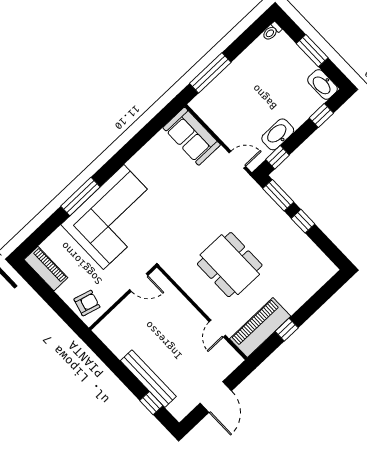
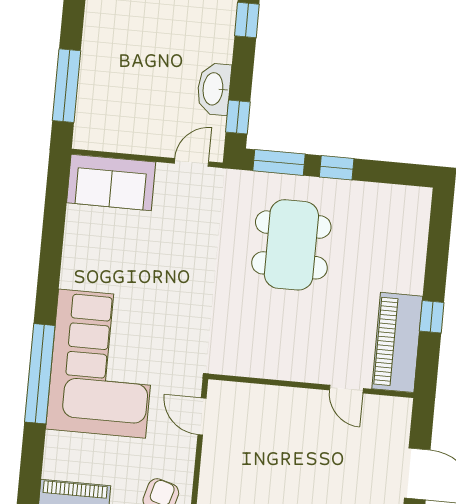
window: (80, 196) -> (40, 374), width x1.46
dining table: (230, 265) -> (291, 245), moved, turned 90
door: (139, 282) -> (202, 416), swing flipped

